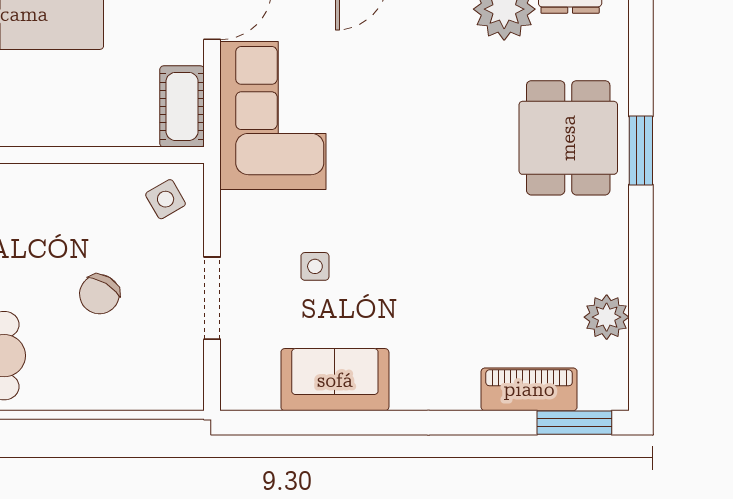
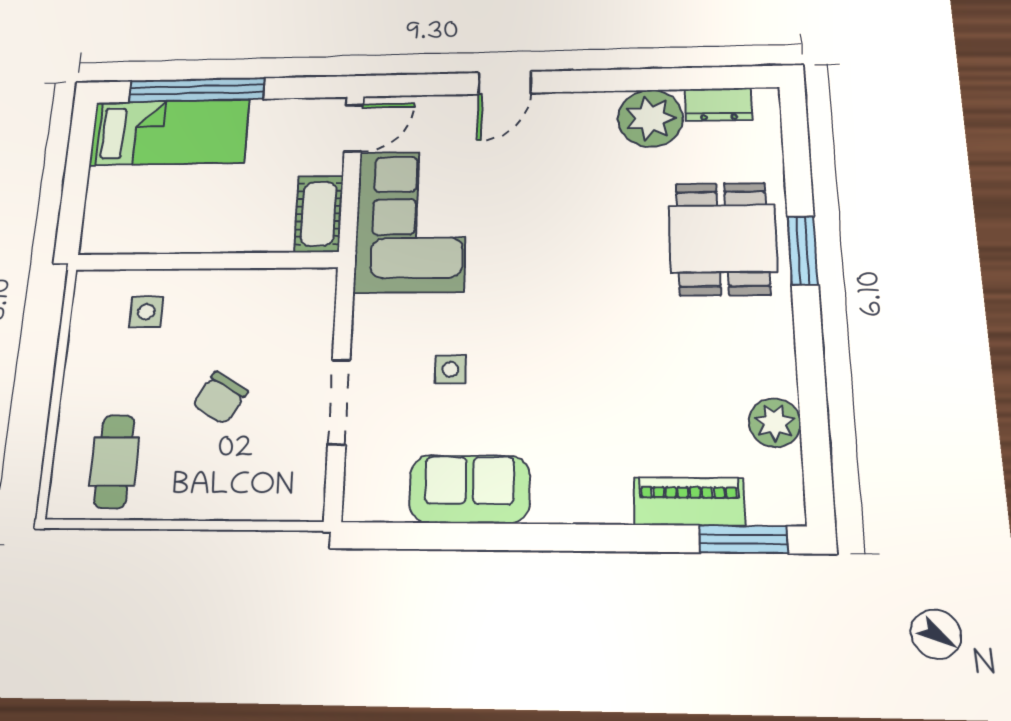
side table: (166, 199) -> (146, 312), moved, turned 30

